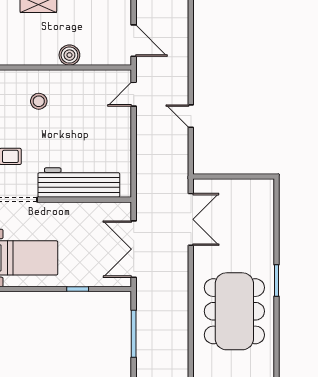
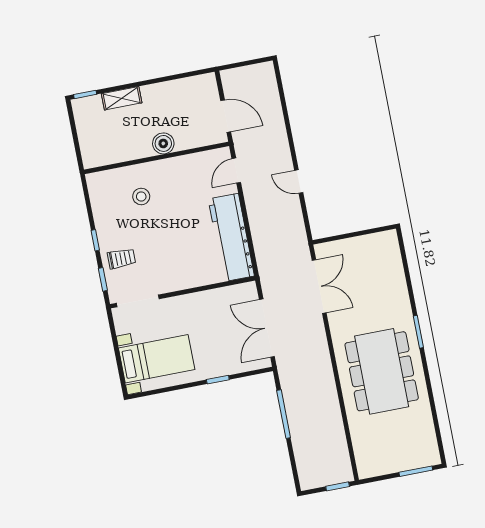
workbench: (79, 183) -> (231, 237), moved, turned -90

